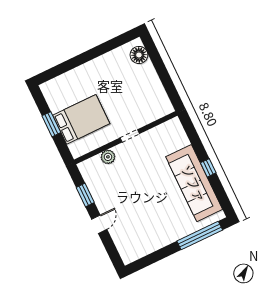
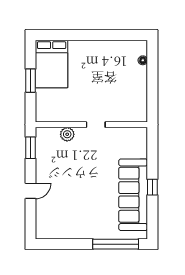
floor lamp: (139, 55) -> (143, 60), width x0.53, depth x0.53
bed: (81, 119) -> (52, 64), moved, turned 90
window: (85, 195) -> (30, 148), moved

